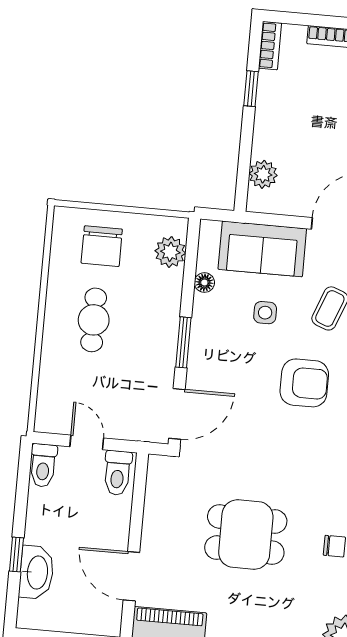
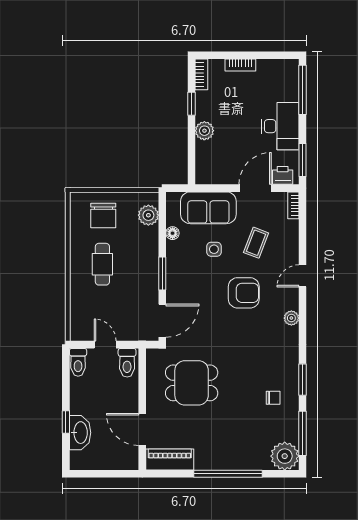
plant: (263, 174) -> (204, 131), moved
dining table: (246, 535) -> (192, 383), moved

